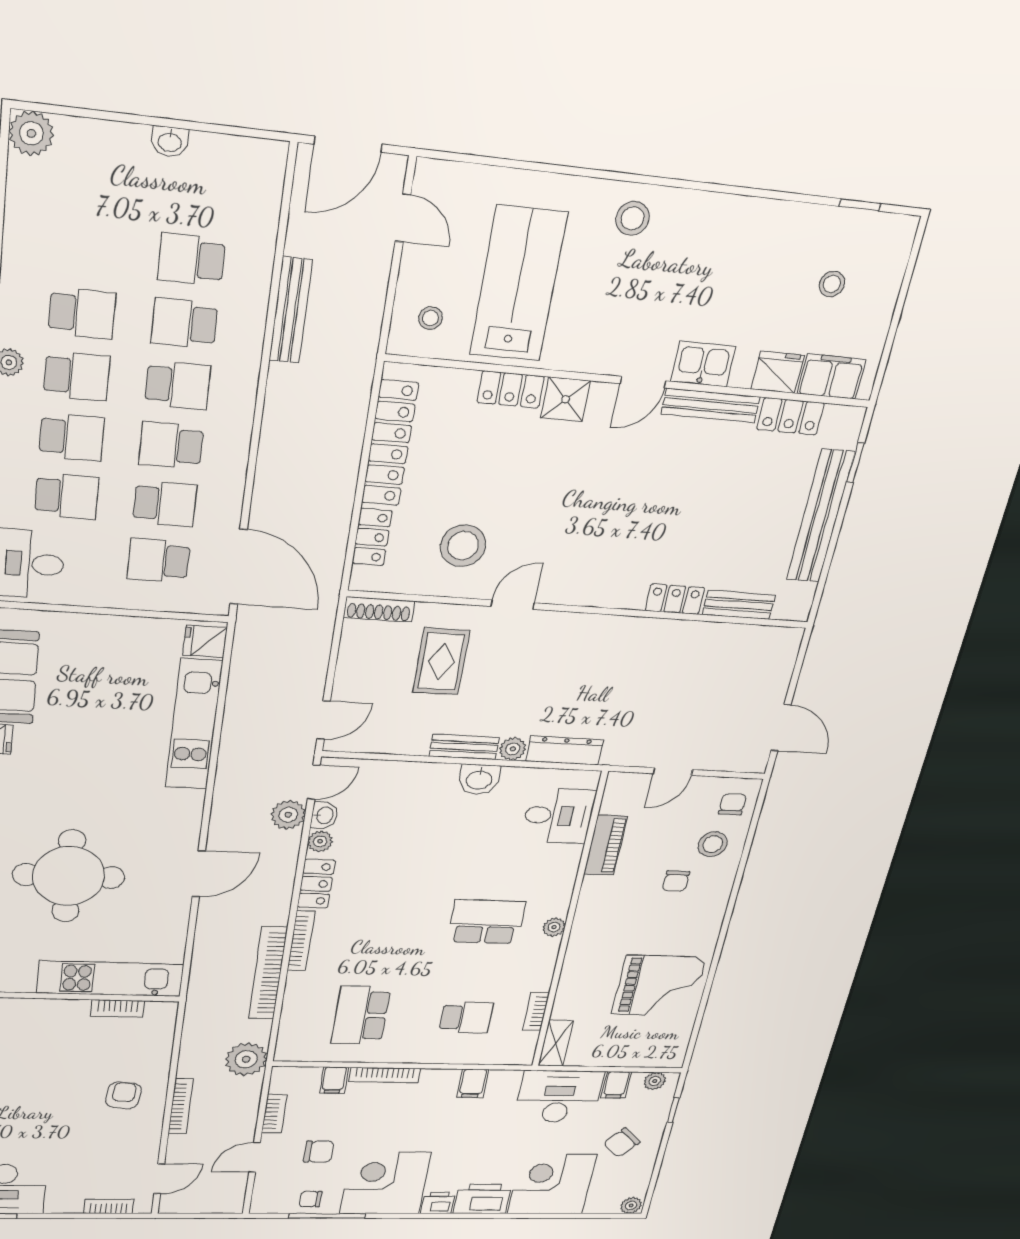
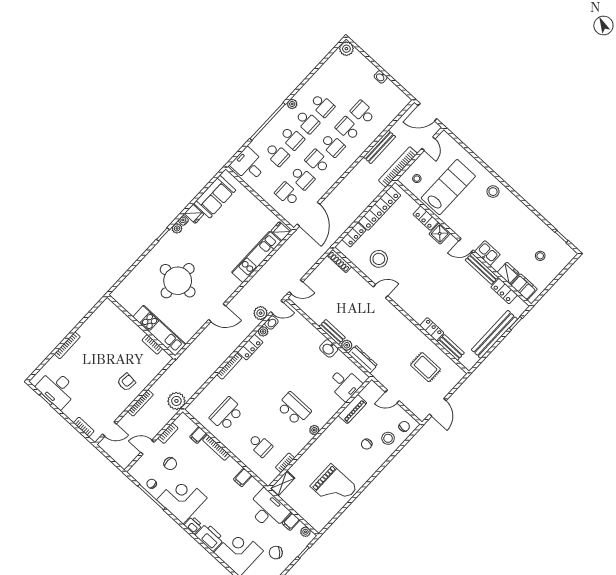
rug: (441, 661) -> (426, 367), moved, turned 90
bookcase: (268, 973) -> (398, 167), moved

